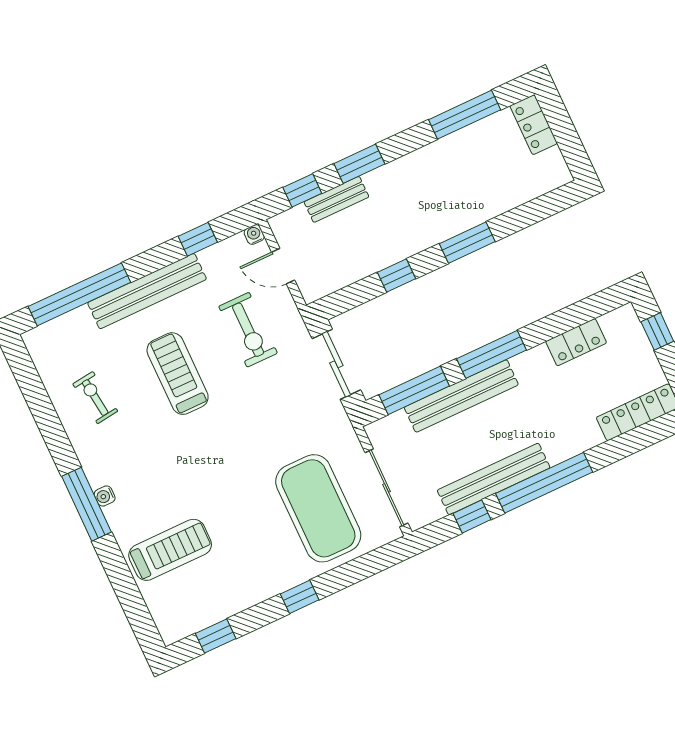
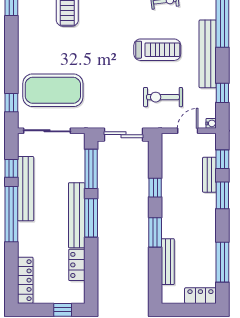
bench: (504, 201) -> (168, 262), added
bench: (461, 396) -> (77, 215), moved
window: (300, 597) -> (11, 103), moved

